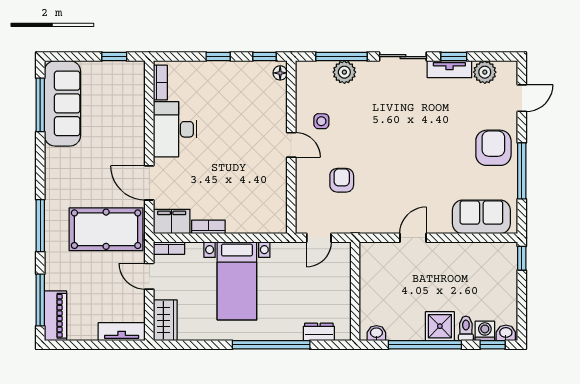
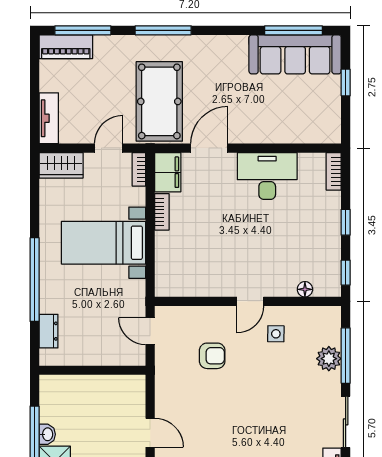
window: (114, 57) -> (346, 83), moved
floor lamp: (280, 73) -> (305, 289), moved
bookcase: (160, 83) -> (334, 171), moved, turned 90
washbasin: (376, 333) -> (47, 434), moved

